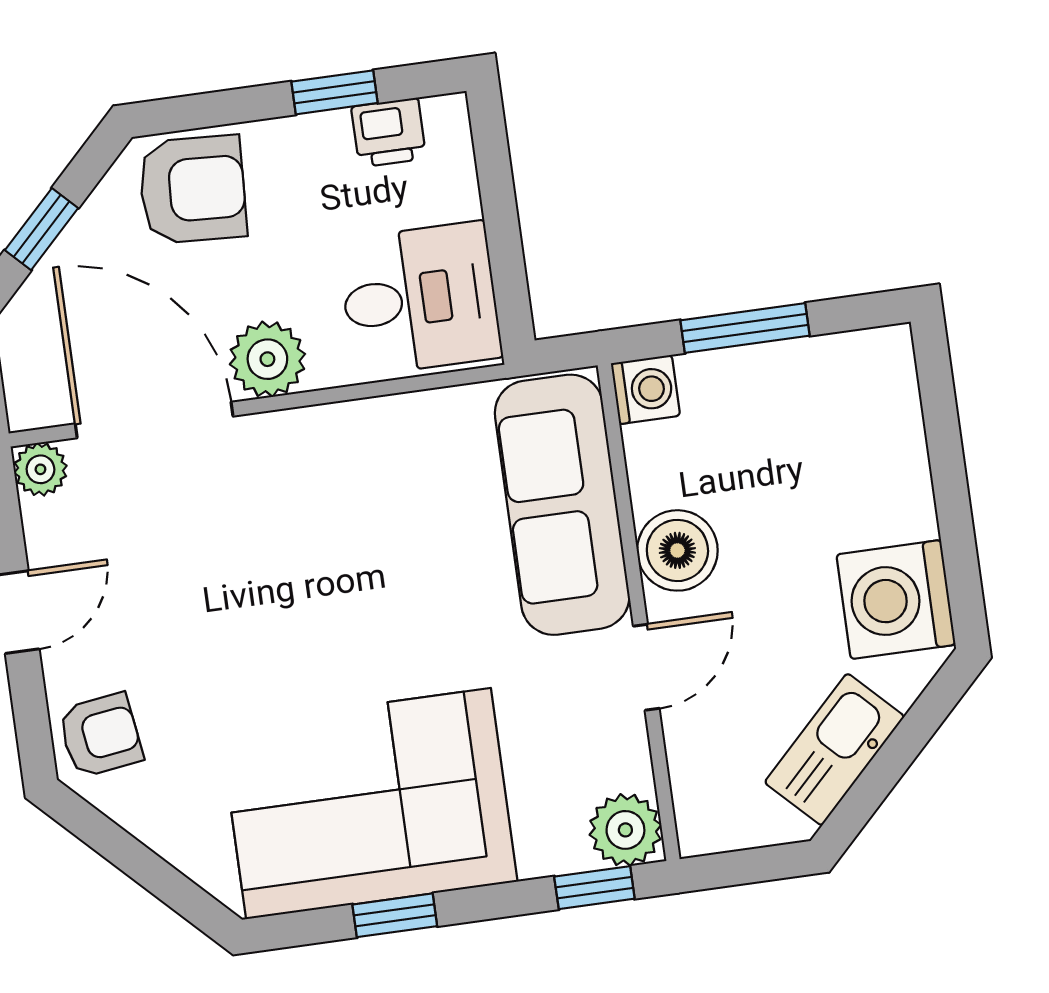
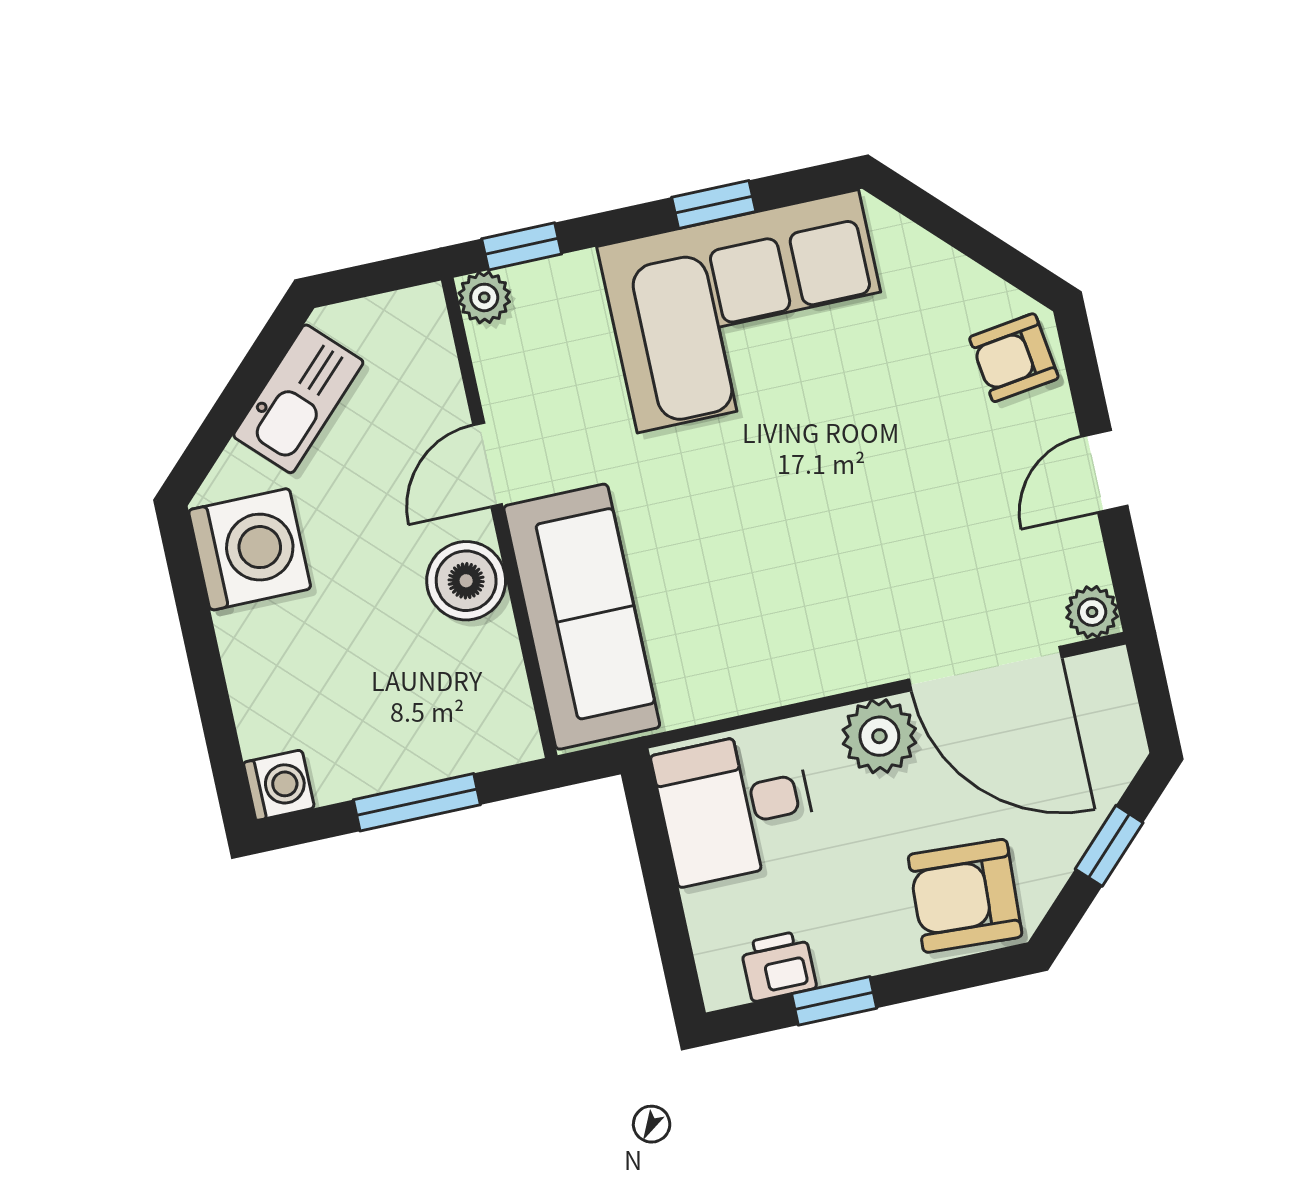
washing machine: (645, 390) -> (279, 785), moved, turned 180
plant: (625, 830) -> (484, 297), width x0.73, depth x0.73

